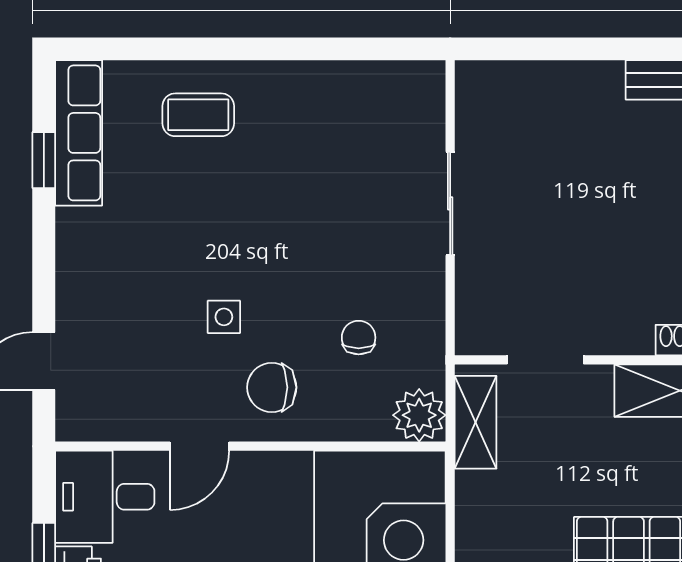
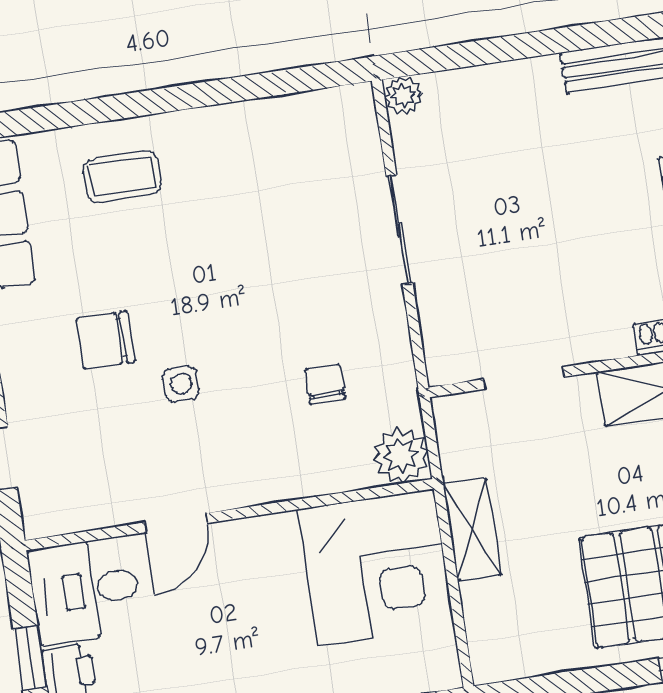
plant: (473, 78) -> (403, 95), added
chair: (272, 387) -> (105, 340), moved
shelving: (476, 422) -> (472, 529), moved

